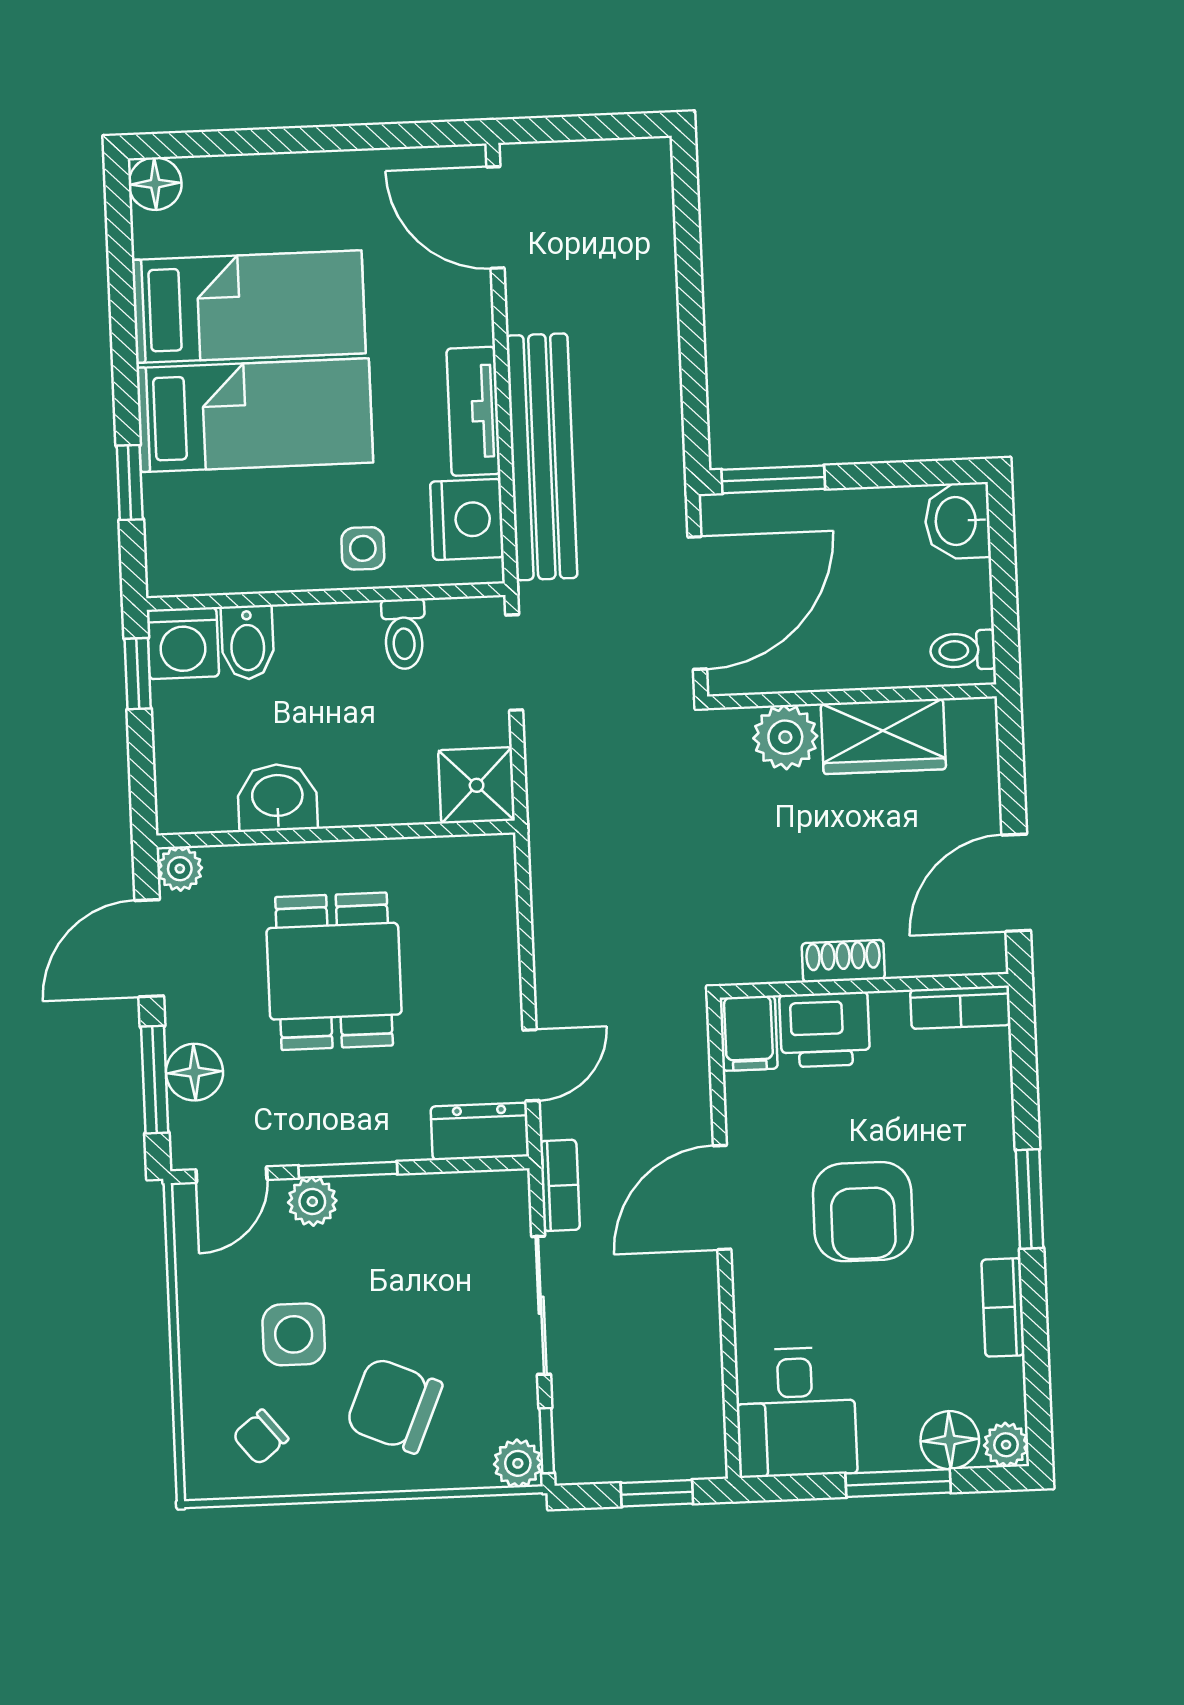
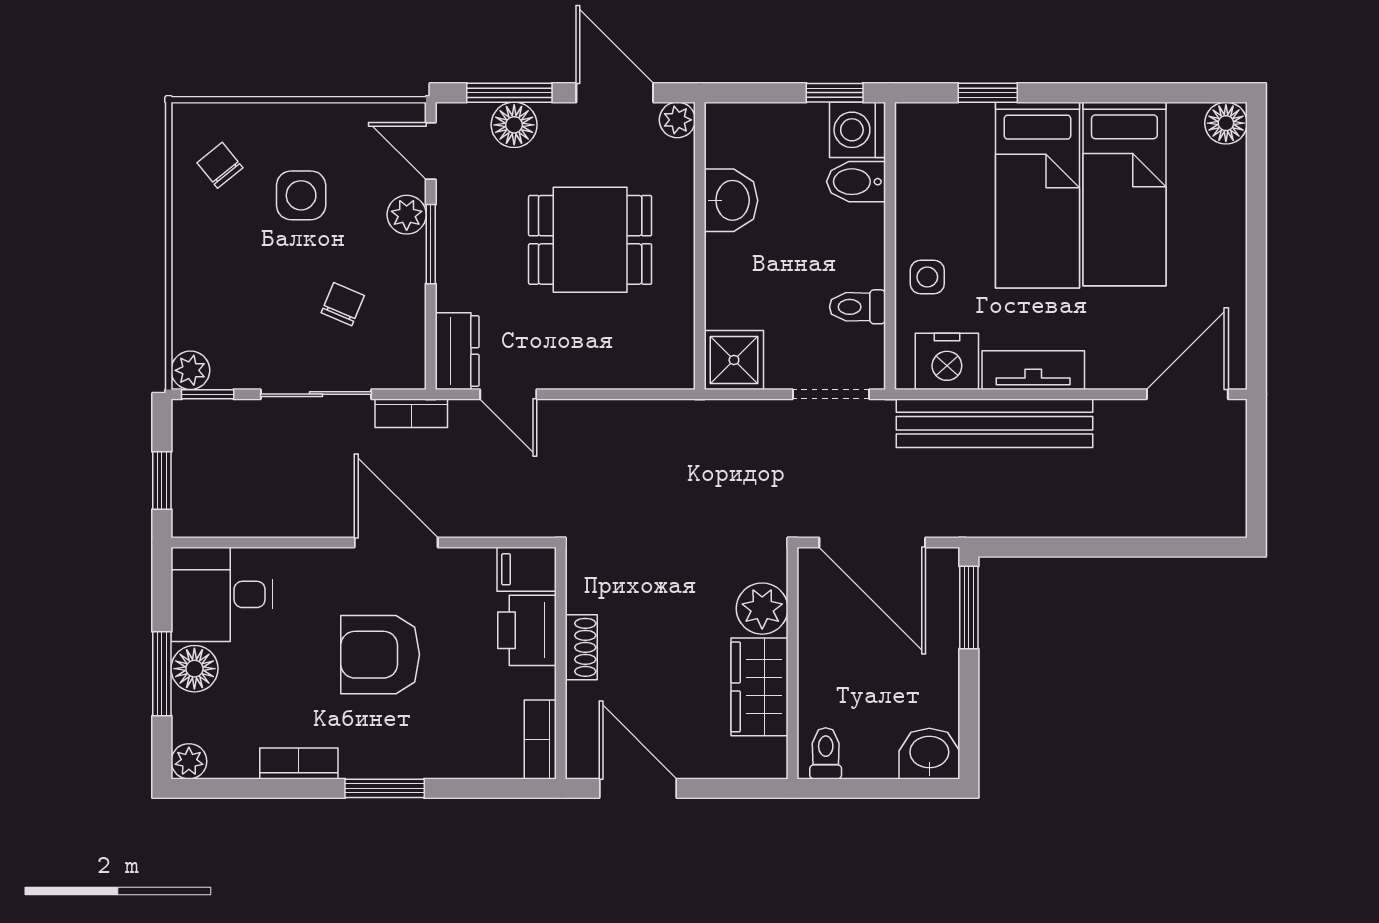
chair: (394, 1405) -> (343, 304), moved, width x0.54, depth x0.54
floor lamp: (950, 1440) -> (194, 669), moved

